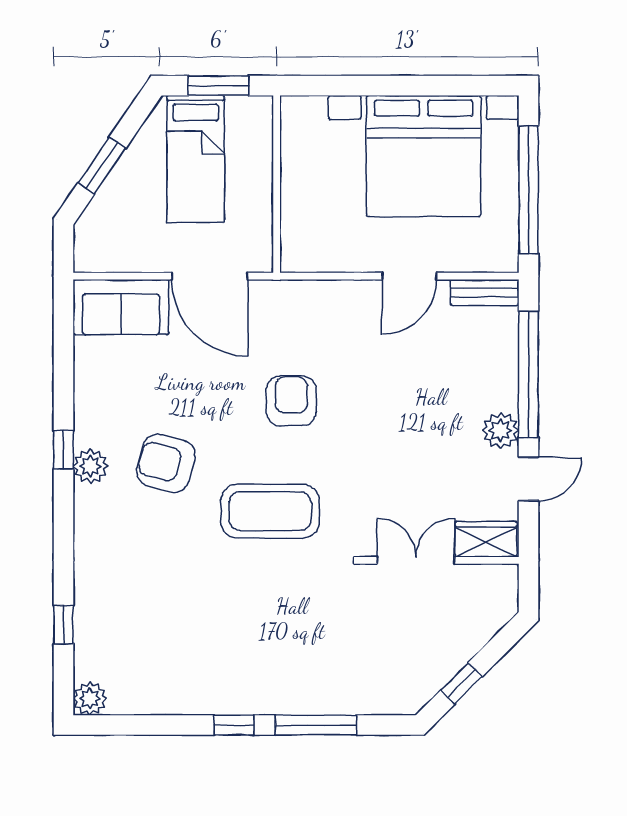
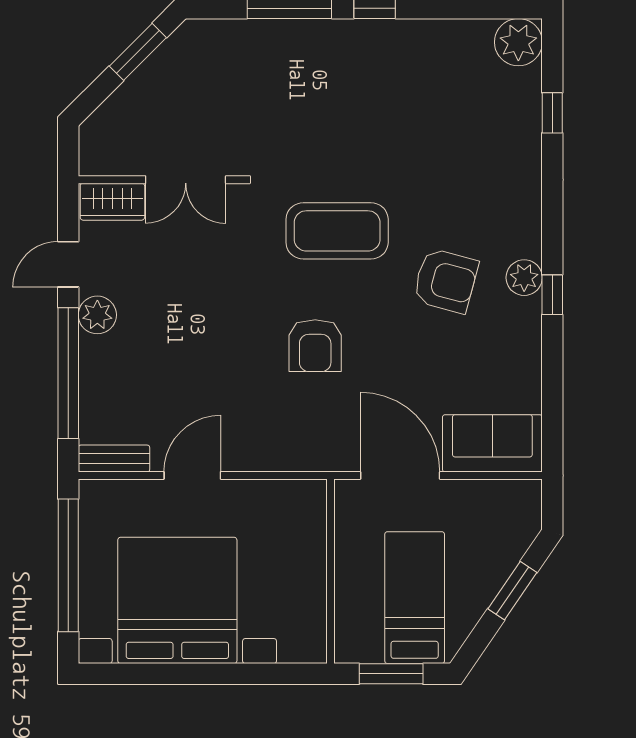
window: (462, 683) -> (138, 52), width x1.50
plant: (90, 699) -> (518, 42), width x1.36, depth x1.36

